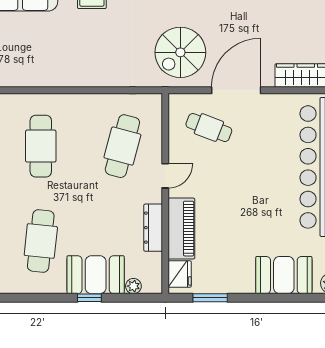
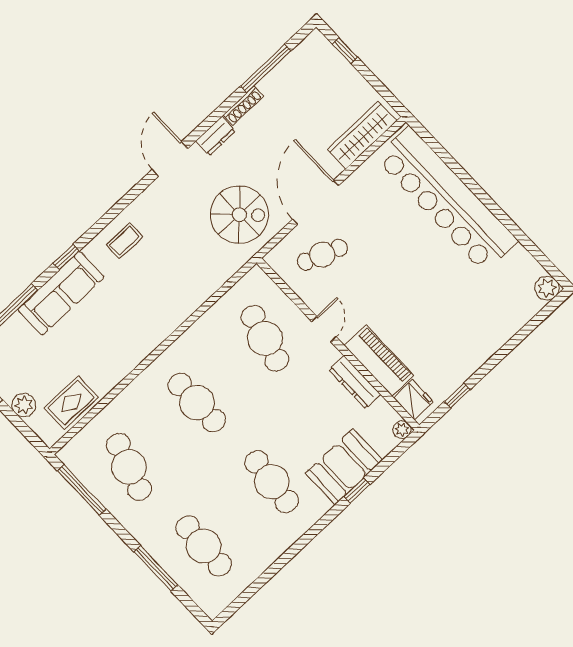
spiral stairs: (180, 52) -> (239, 215), turned -90
booth: (284, 275) -> (501, 319), removed
plant: (133, 286) -> (402, 430), moved
window: (210, 298) -> (457, 396), width x0.67

